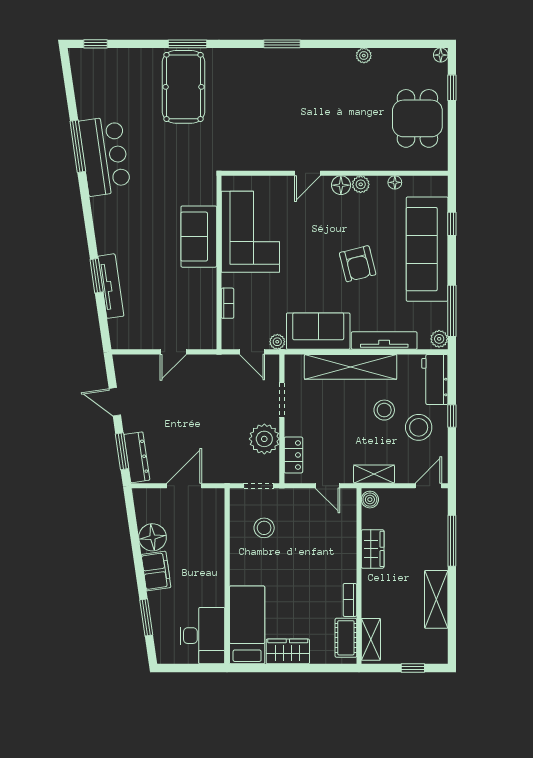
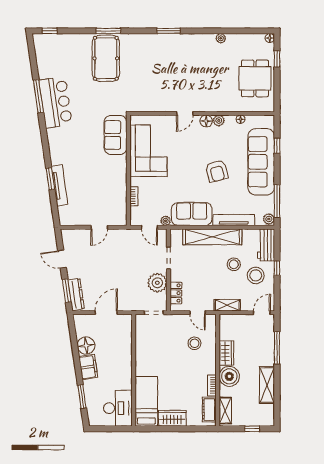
sofa: (199, 237) -> (116, 135), moved
boiler: (370, 500) -> (229, 376), moved, width x1.86, depth x1.86
stool: (264, 528) -> (195, 343), moved

